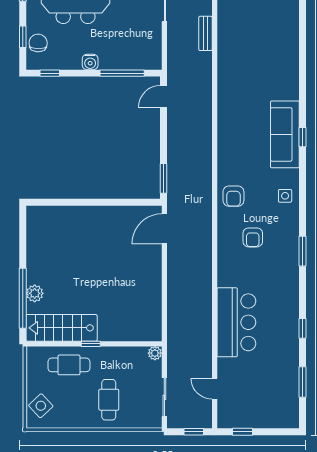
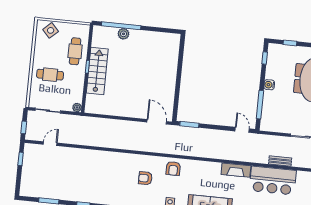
chair: (38, 43) -> (285, 52), removed
fireplace: (226, 100) -> (236, 170), added
armchair: (233, 196) -> (173, 168), turned -90
bar counter: (236, 322) -> (273, 180), moved
stairs: (62, 328) -> (97, 71), moved

